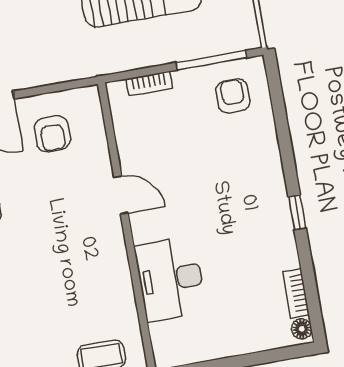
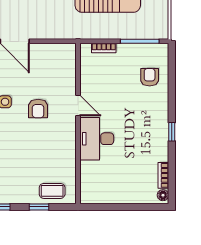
armchair: (233, 96) -> (150, 77), moved
armchair: (52, 134) -> (38, 109), moved
desk: (170, 279) -> (97, 139), moved

